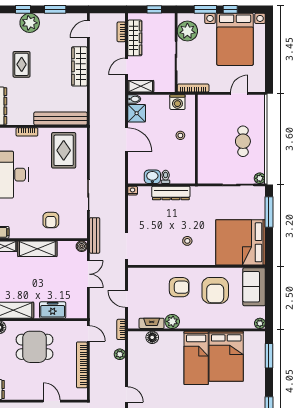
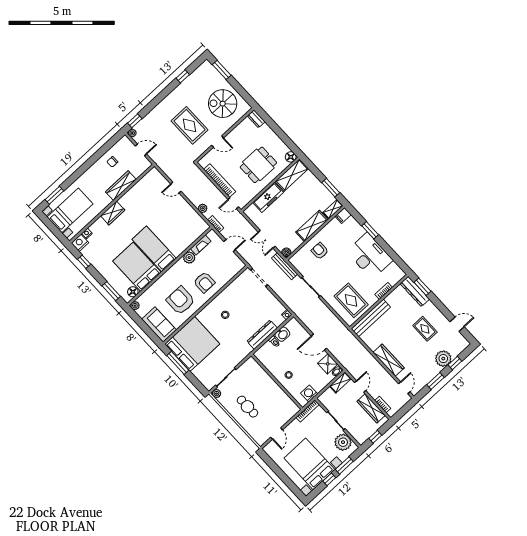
window: (269, 212) -> (178, 363), moved
armchair: (179, 287) -> (204, 282), turned -90
freezer: (53, 310) -> (268, 197), width x1.40
floor lamp: (152, 337) -> (133, 292), moved

